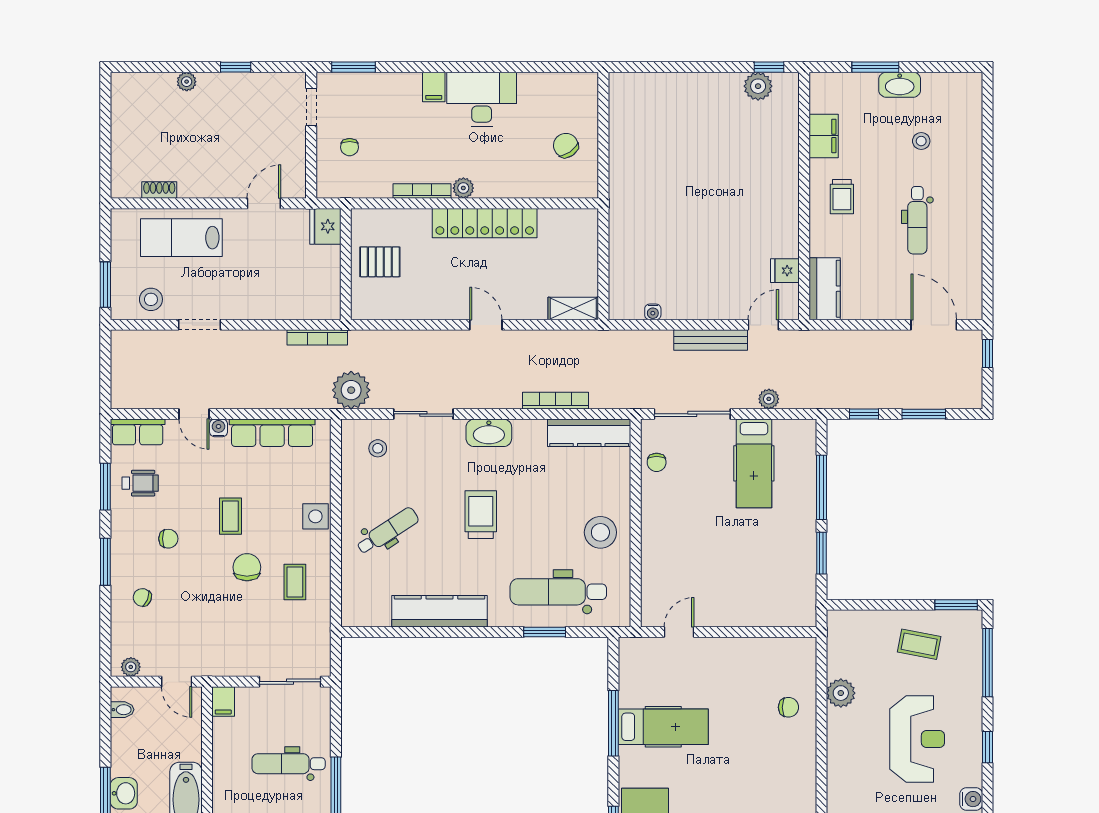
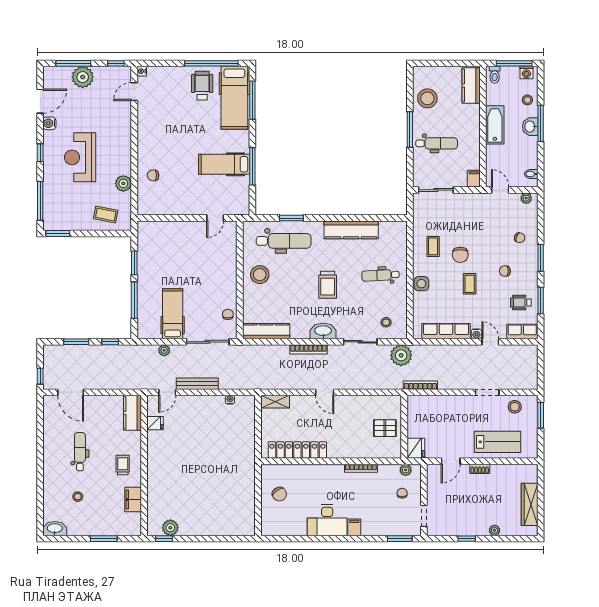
washbasin: (900, 85) -> (55, 529), moved
wardrobe: (125, 127) -> (530, 504), added
plant: (463, 188) -> (406, 470), moved
shoe rack: (159, 190) -> (480, 469), moved
locker: (485, 223) -> (297, 450), moved
bookcase: (555, 401) -> (308, 349), moved
dental chair: (388, 531) -> (380, 275), turned 30
coffee table: (919, 644) -> (106, 215), moved

